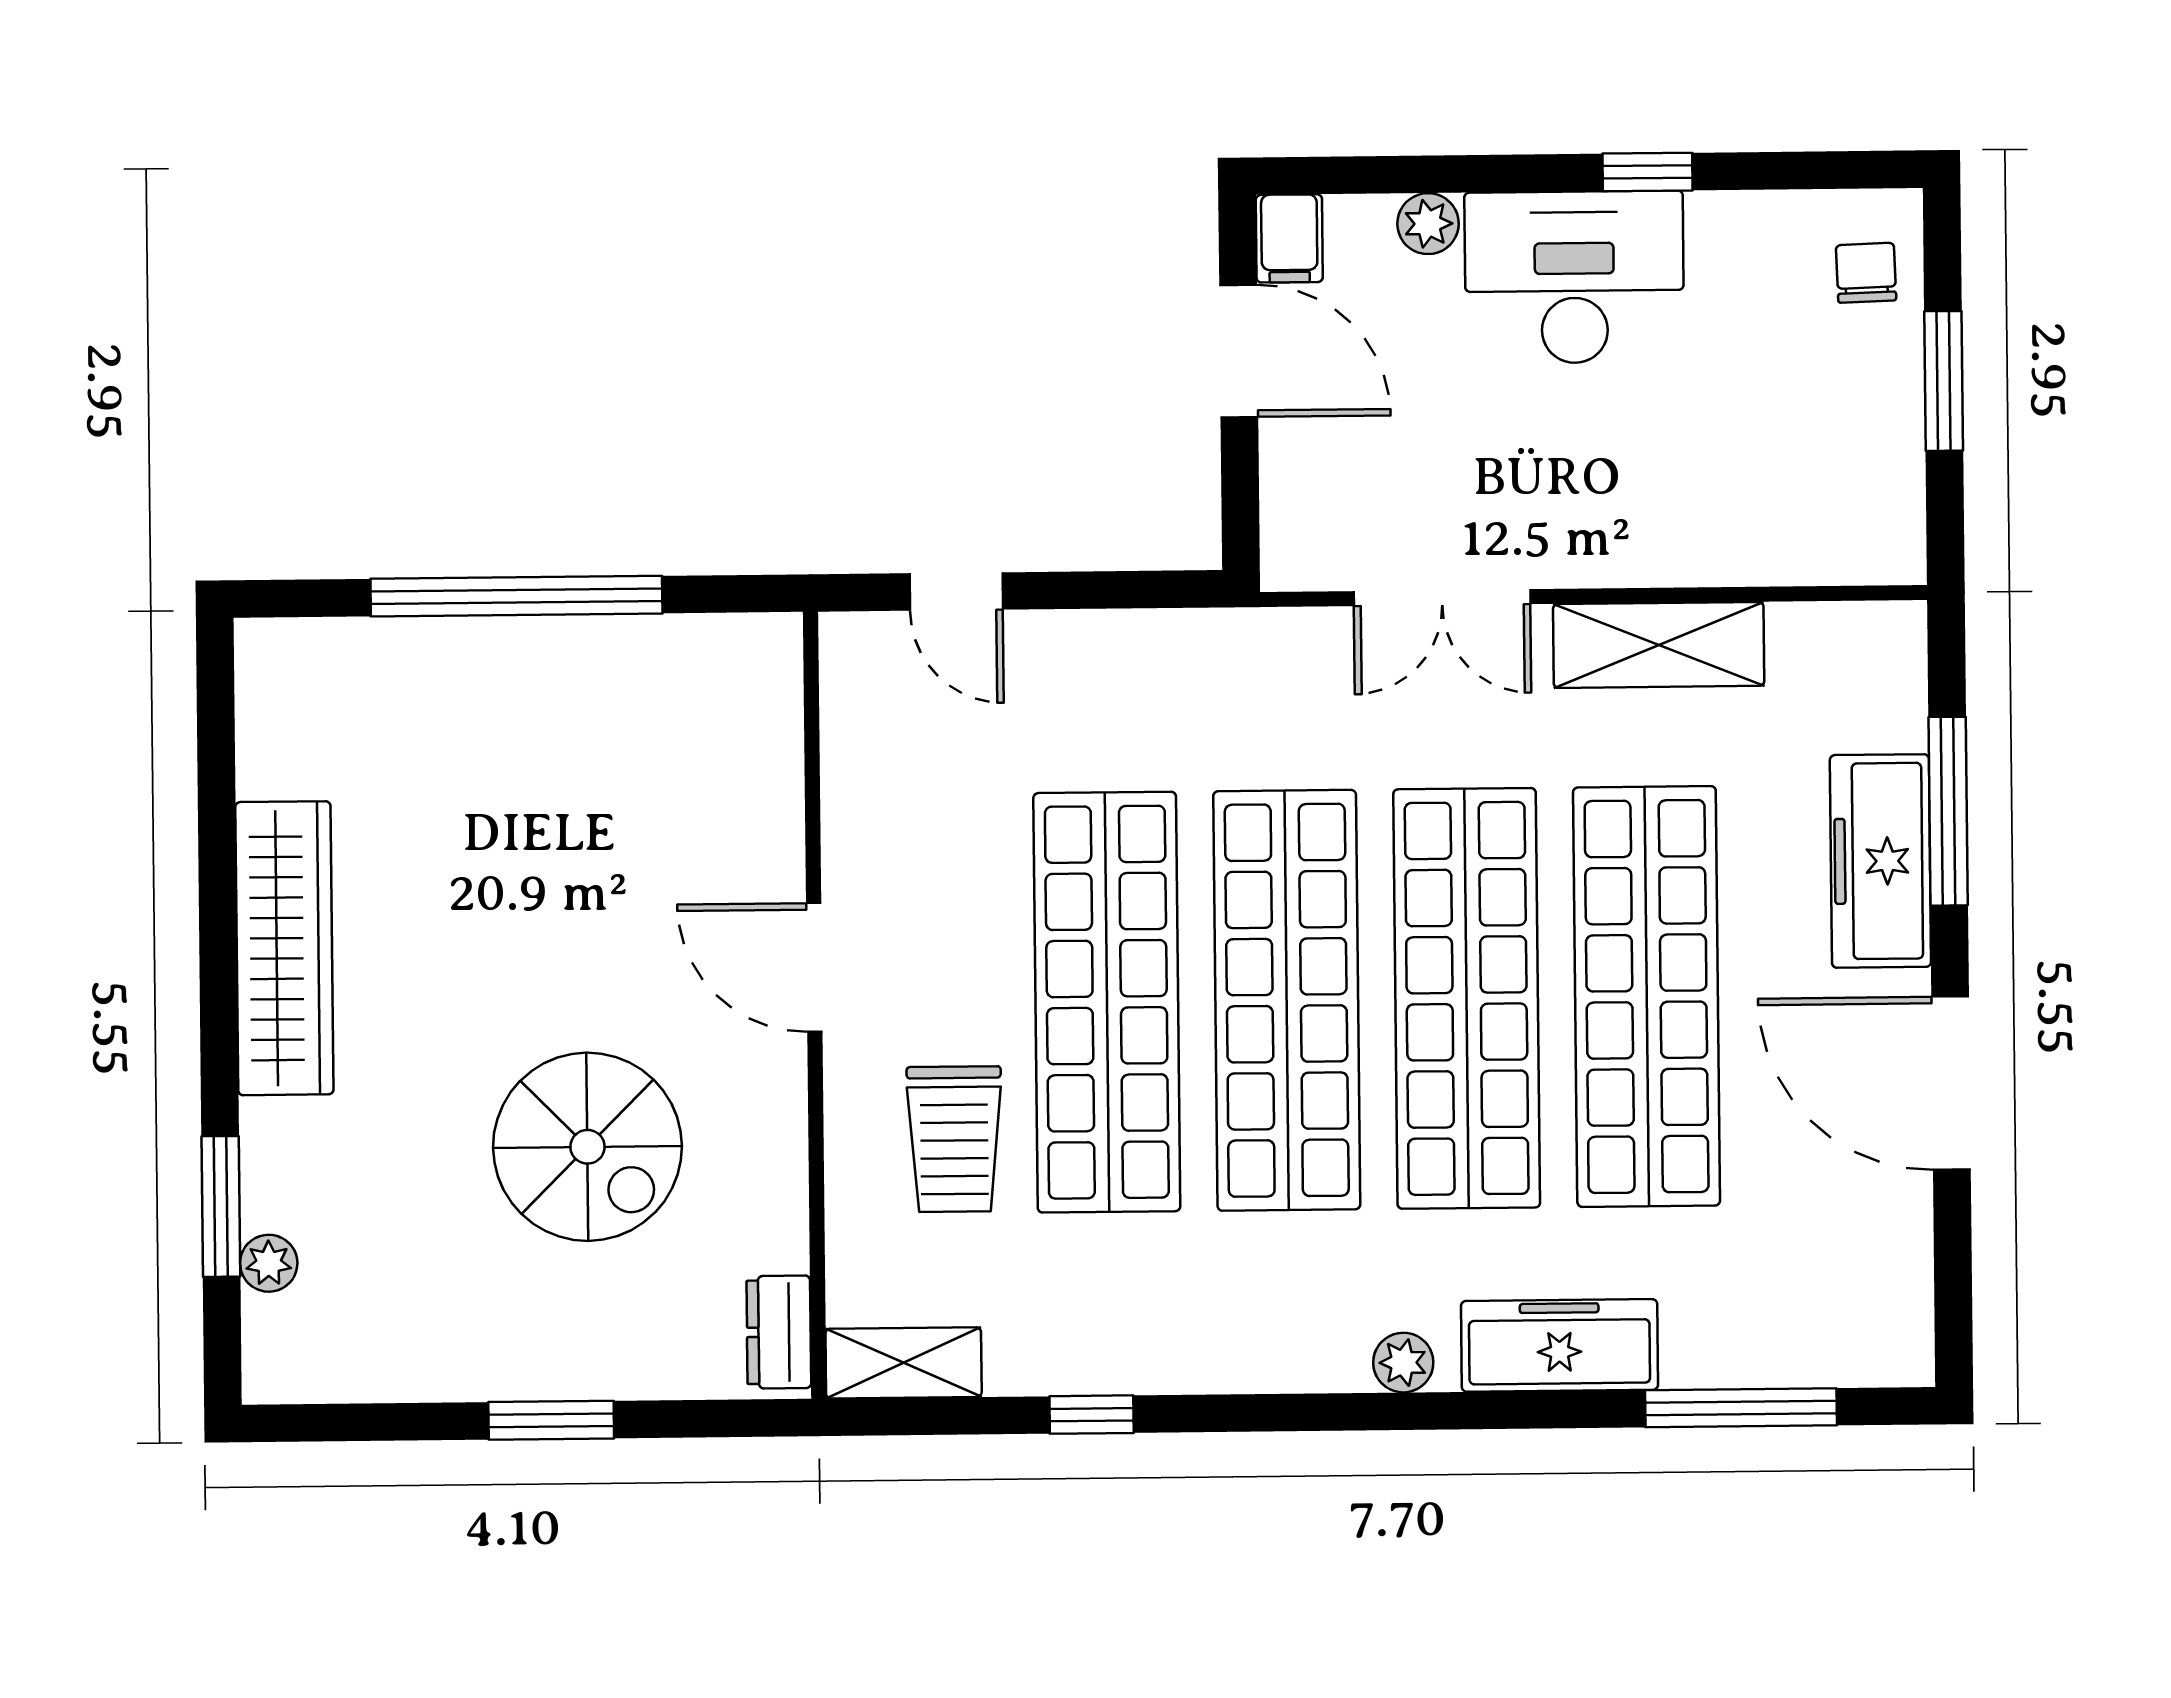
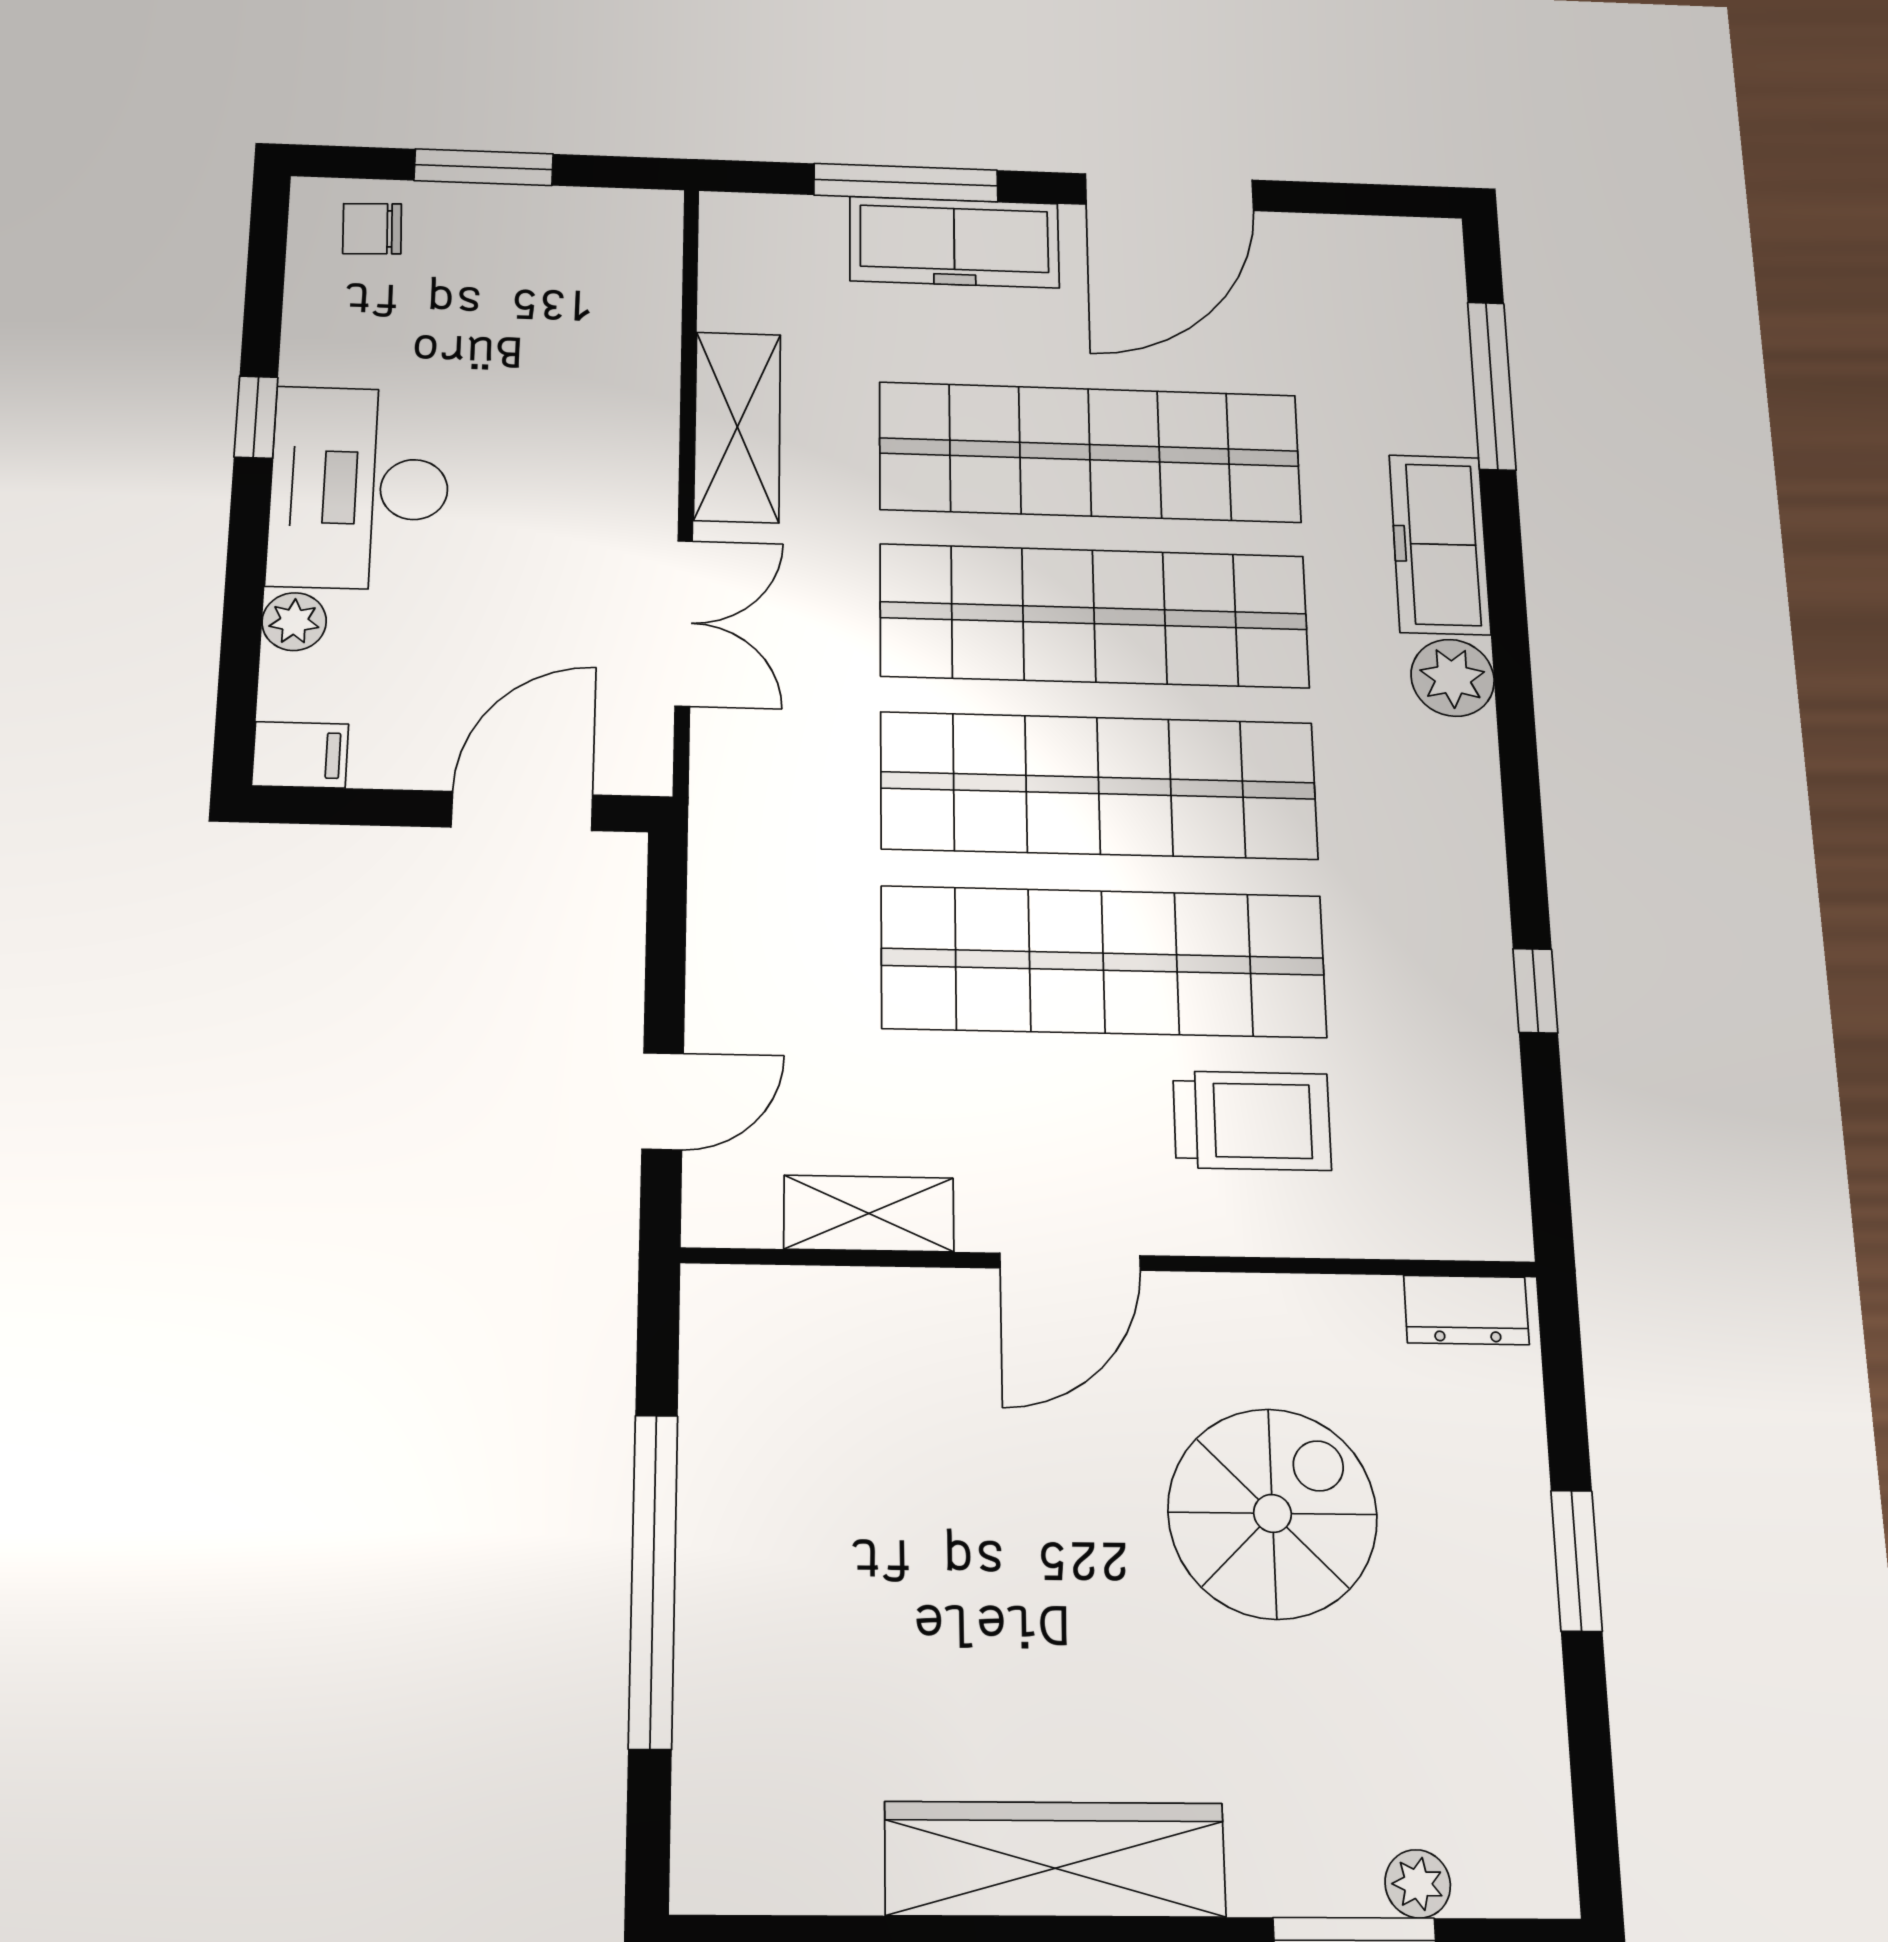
door: (1239, 351) -> (522, 811), moved
shelving: (904, 1363) -> (869, 1213), moved, turned 90
plant: (1403, 1363) -> (1453, 678), width x1.38, depth x1.38

